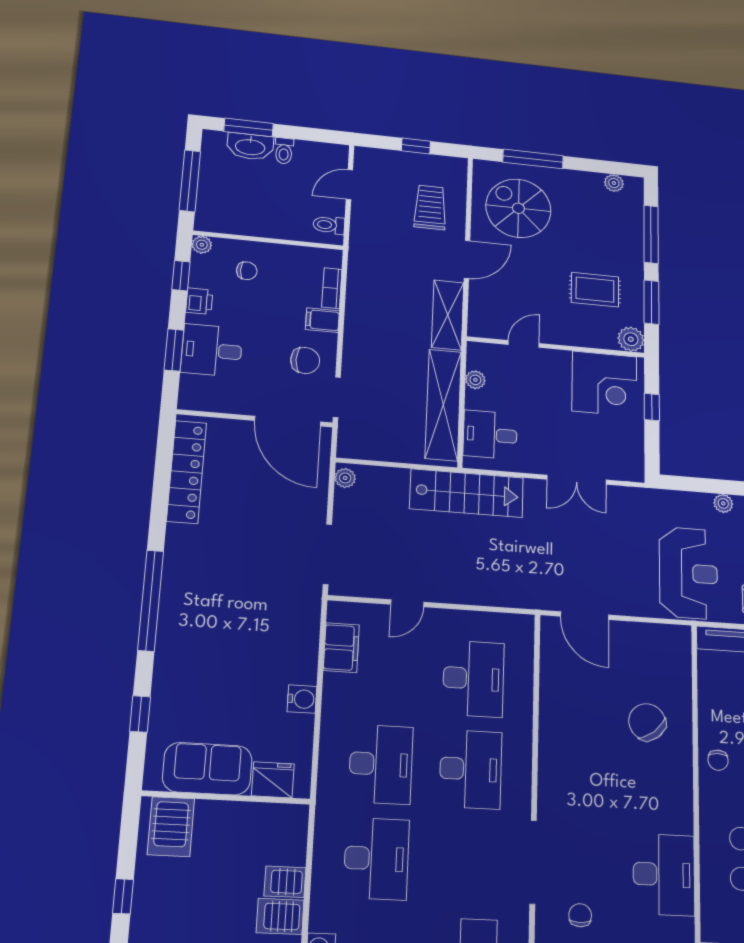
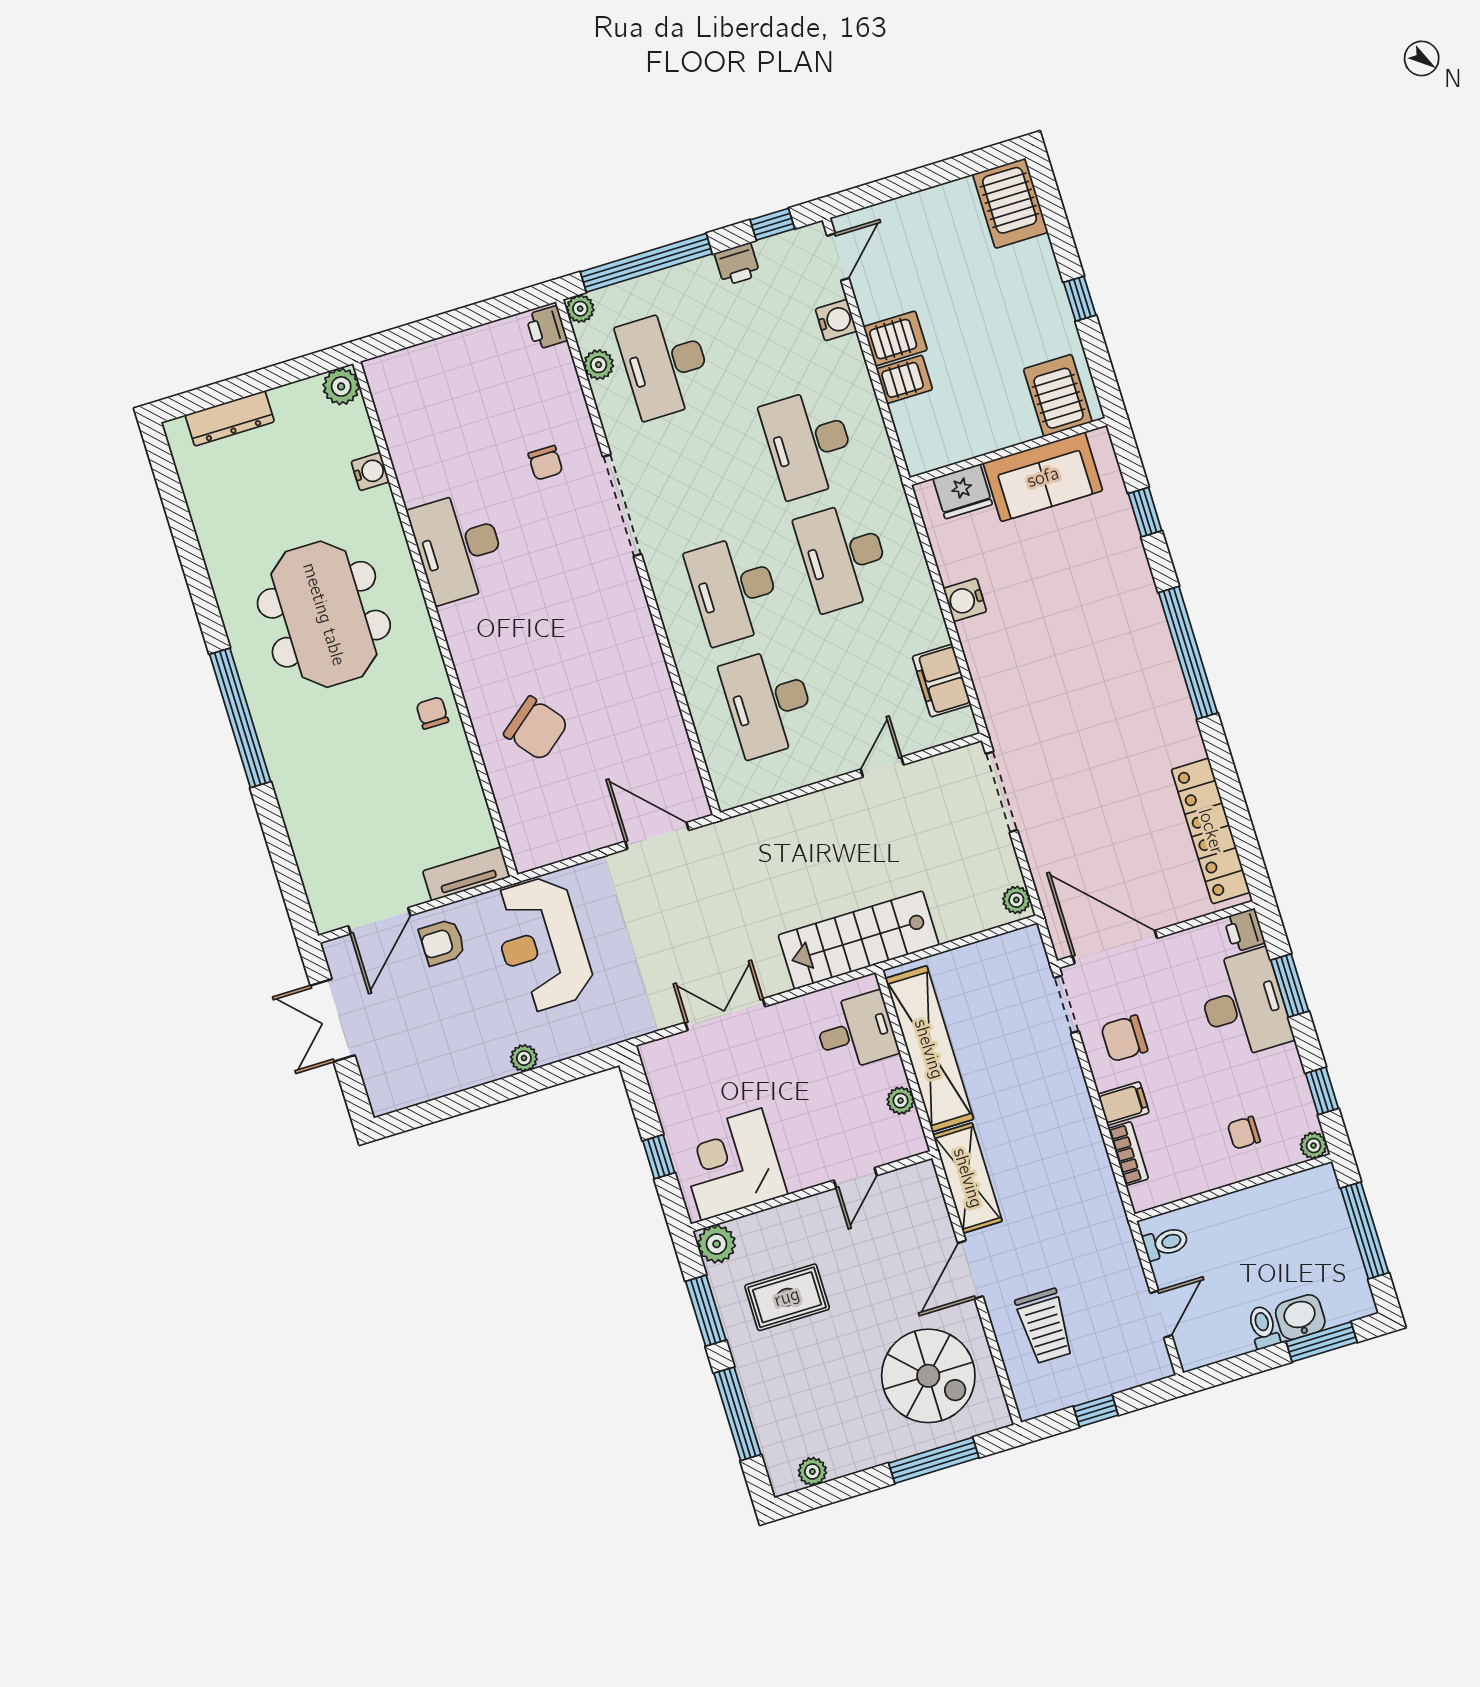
washbasin: (250, 146) -> (1300, 1317), width x0.72
printer: (199, 301) -> (1244, 930), moved
desk: (212, 350) -> (1244, 1004), width x1.37

